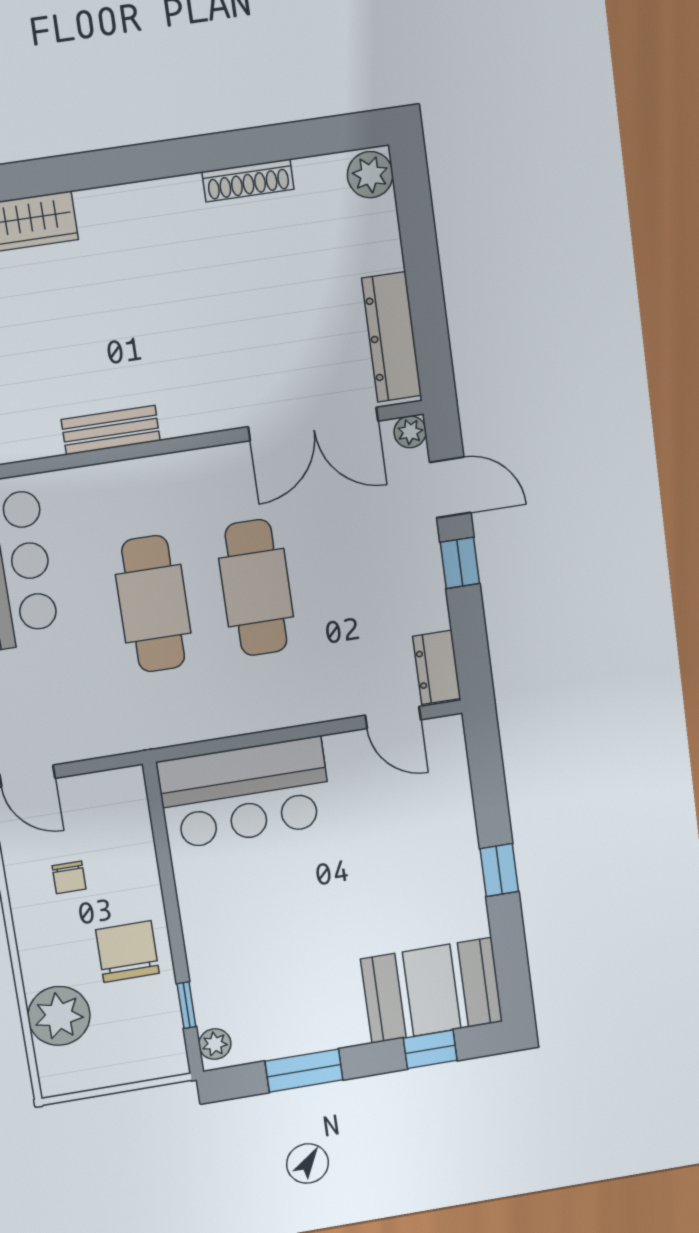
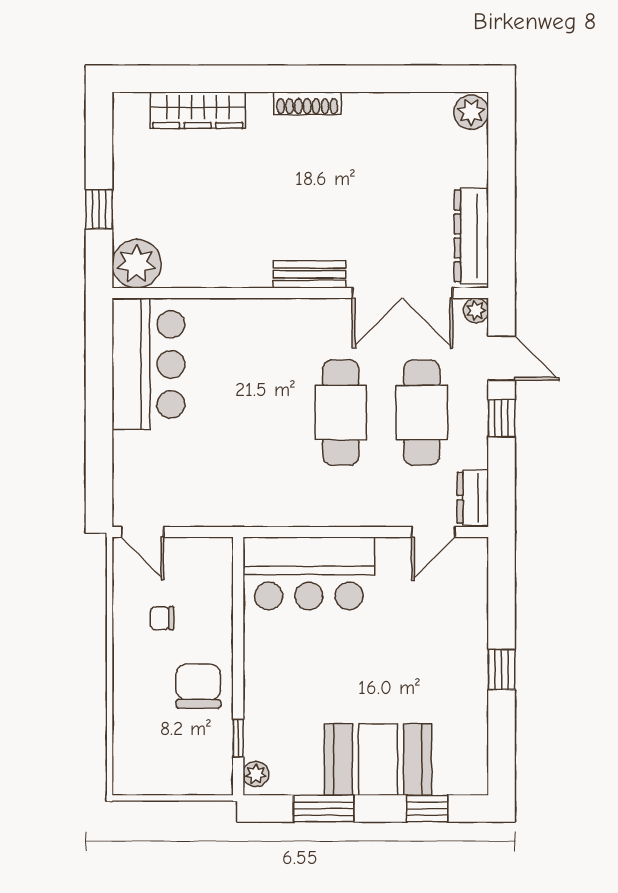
shoe rack: (248, 180) -> (307, 103), moved
bench: (111, 430) -> (310, 274), moved
cafe table: (153, 604) -> (422, 413), moved
door: (393, 717) -> (433, 532), hinge flipped
chair: (69, 877) -> (162, 618), turned 90
booth: (432, 990) -> (378, 760), moved
plant: (59, 1016) -> (137, 729), removed

